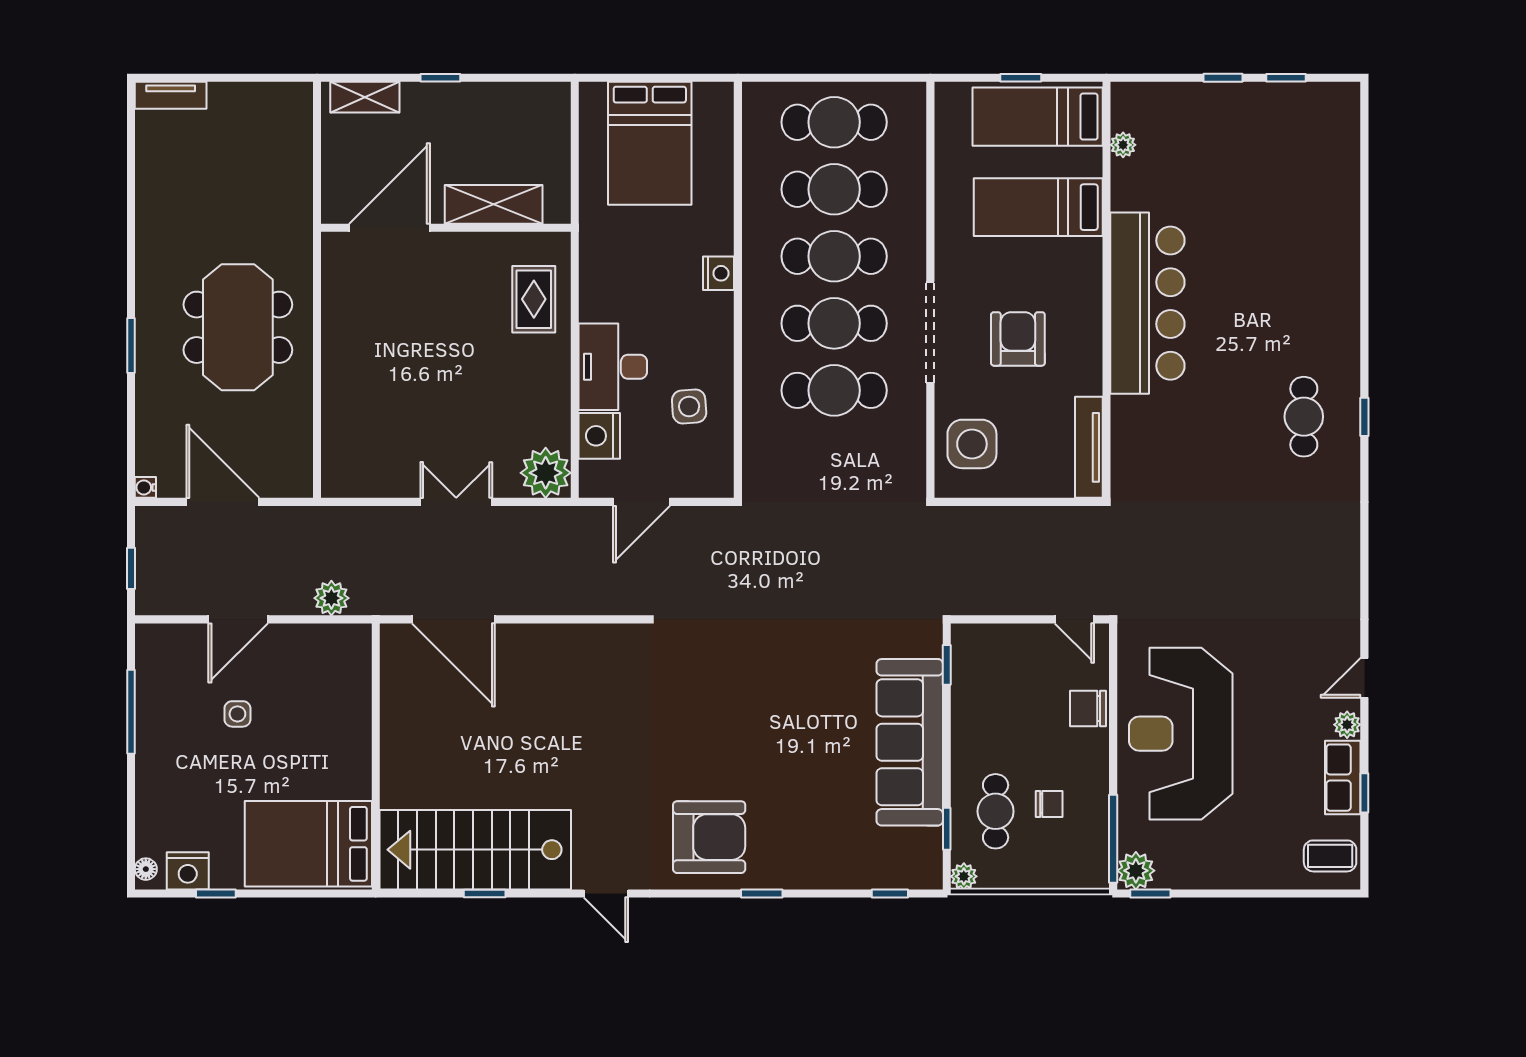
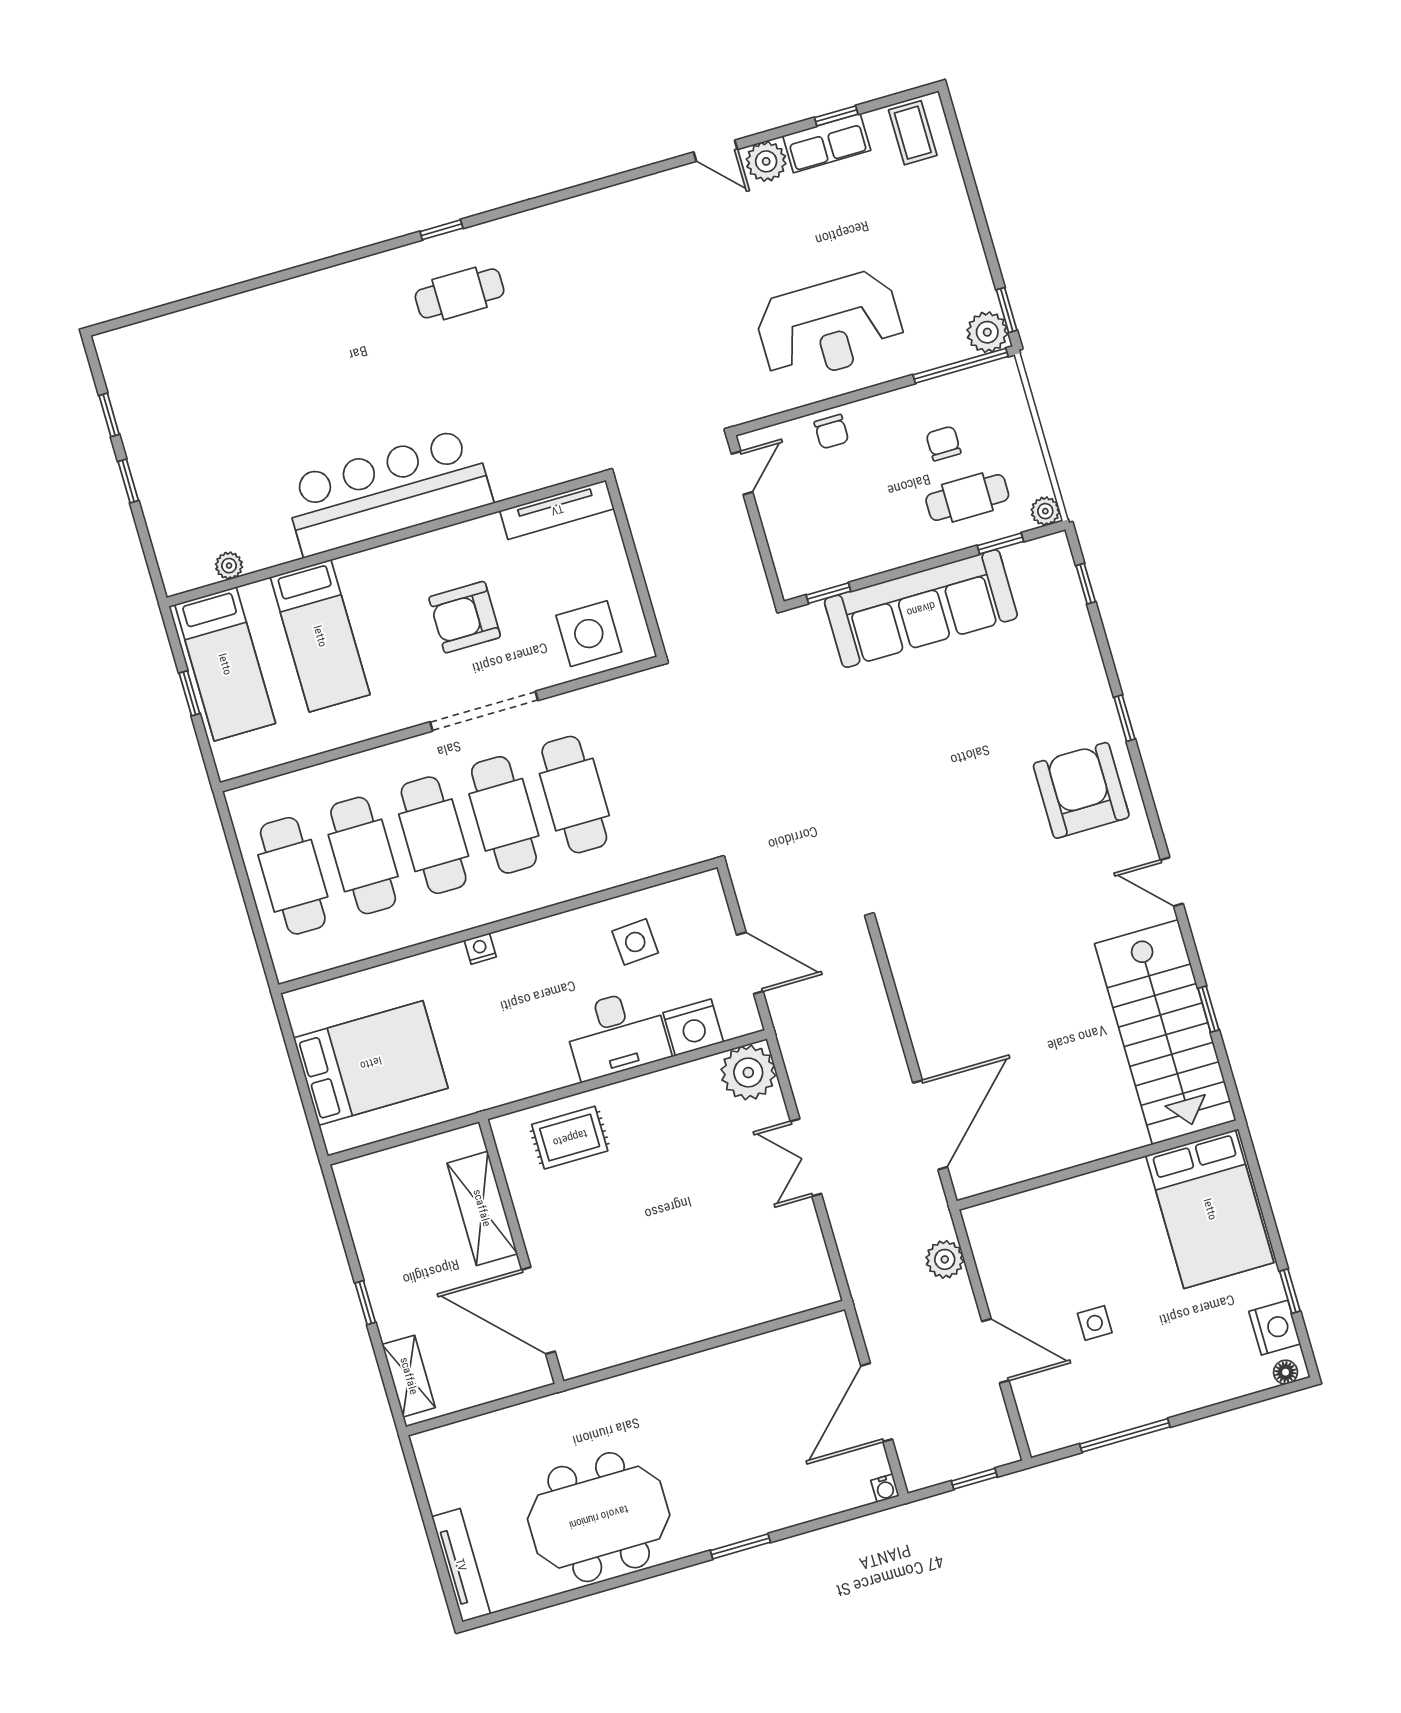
tv unit: (171, 95) -> (461, 1565), width x1.41
nightstand: (718, 273) -> (480, 949), width x0.72, depth x0.74
meeting table: (238, 327) -> (599, 1517), moved
chair: (1088, 708) -> (831, 432), width x0.73, depth x0.73
plant: (1347, 725) -> (766, 161), width x1.38, depth x1.38
reception desk: (1181, 734) -> (830, 327), width x0.74, depth x0.77
door: (606, 893) -> (1172, 882), swing flipped

